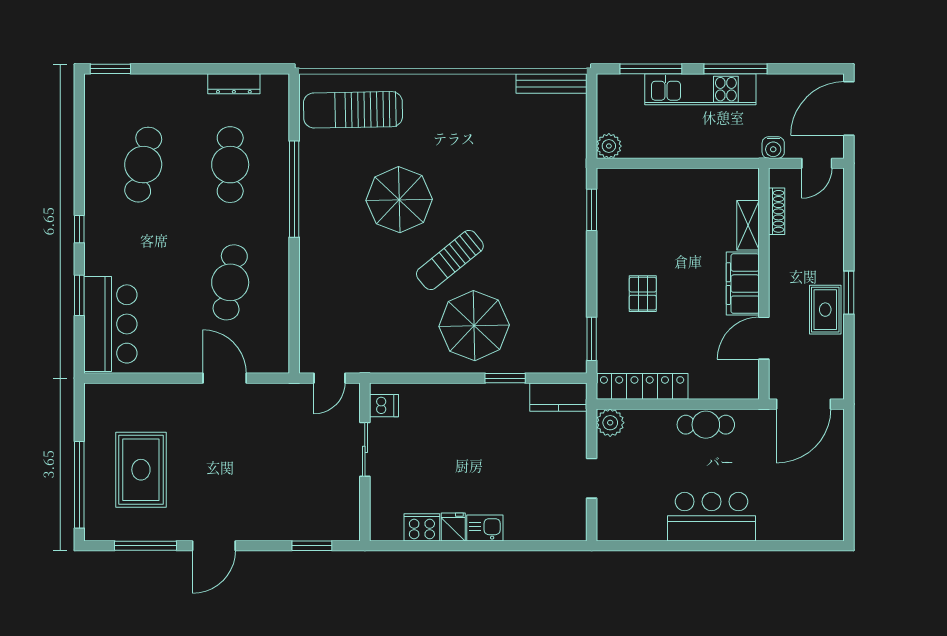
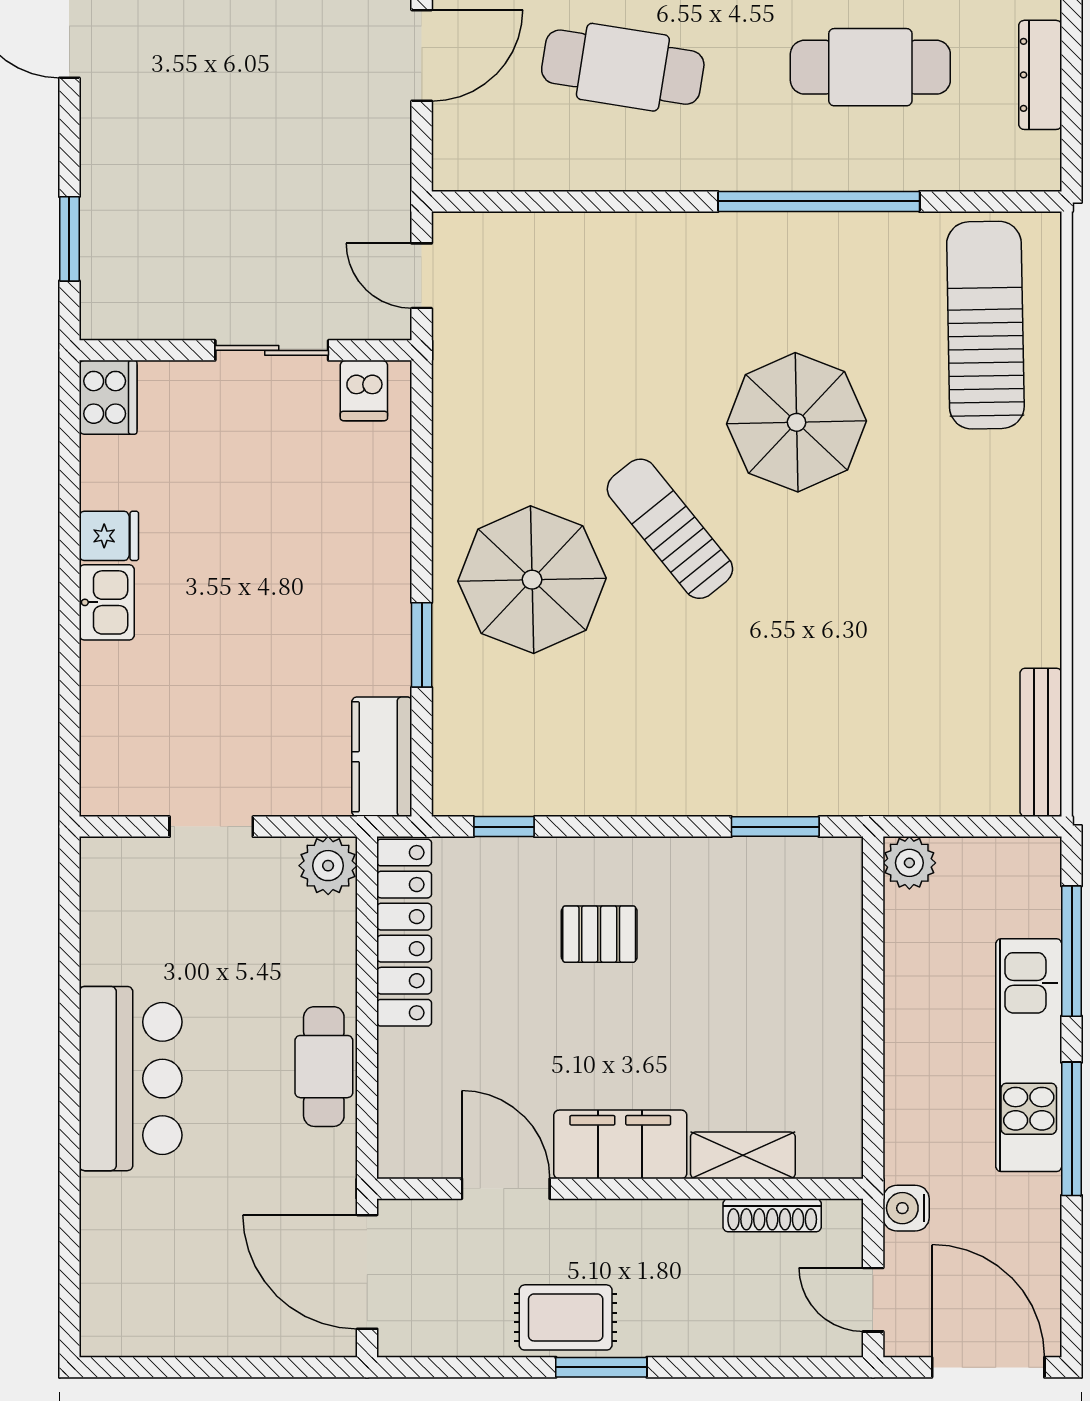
window: (592, 339) -> (504, 827), width x0.67
cooker: (422, 527) -> (108, 397), moved

